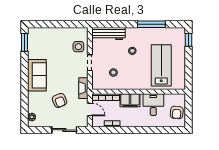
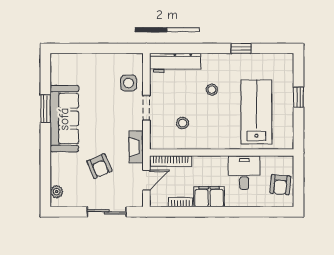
window: (151, 24) -> (241, 48), width x0.46
window: (188, 40) -> (298, 97), moved
window: (25, 42) -> (45, 109), moved
sofa: (37, 75) -> (64, 119), width x1.36
filing cabinet: (130, 100) -> (209, 197), moved, turned 180
door: (90, 109) -> (146, 180), hinge flipped

